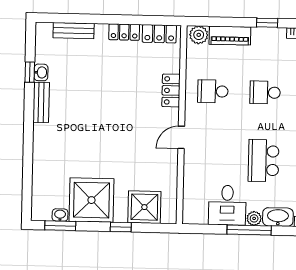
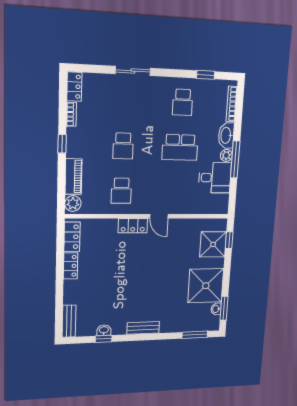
bench: (74, 31) -> (69, 321), moved
locker: (171, 90) -> (133, 226), moved
bench: (41, 102) -> (143, 328), moved
window: (27, 188) -> (195, 335), added
window: (121, 227) -> (229, 240), moved

